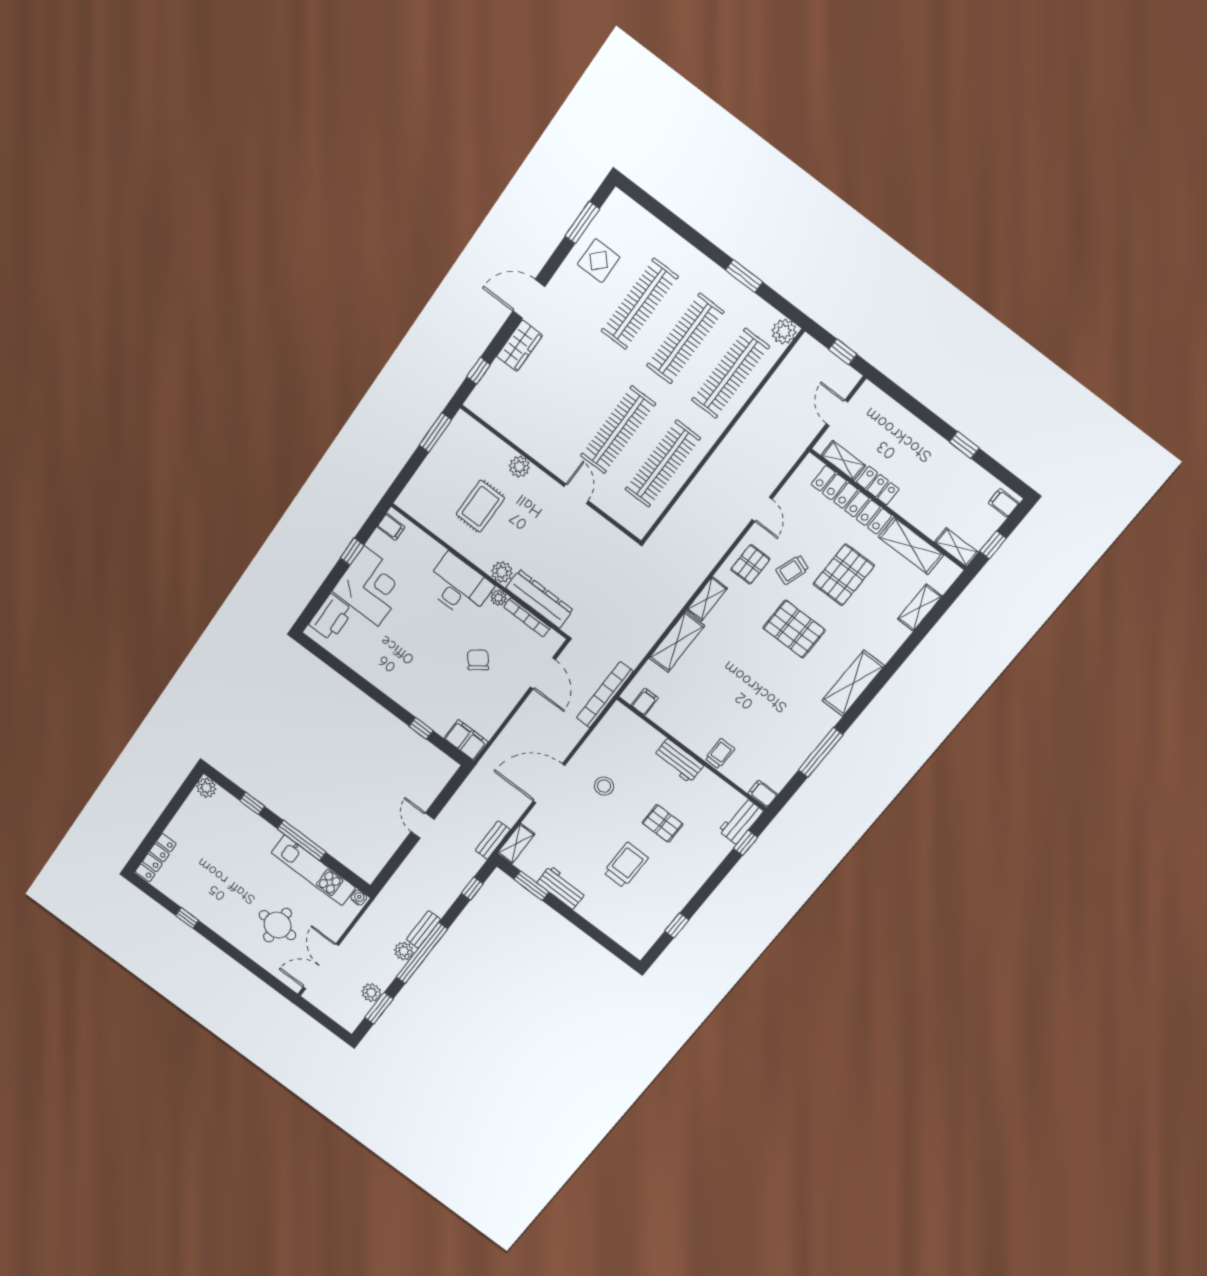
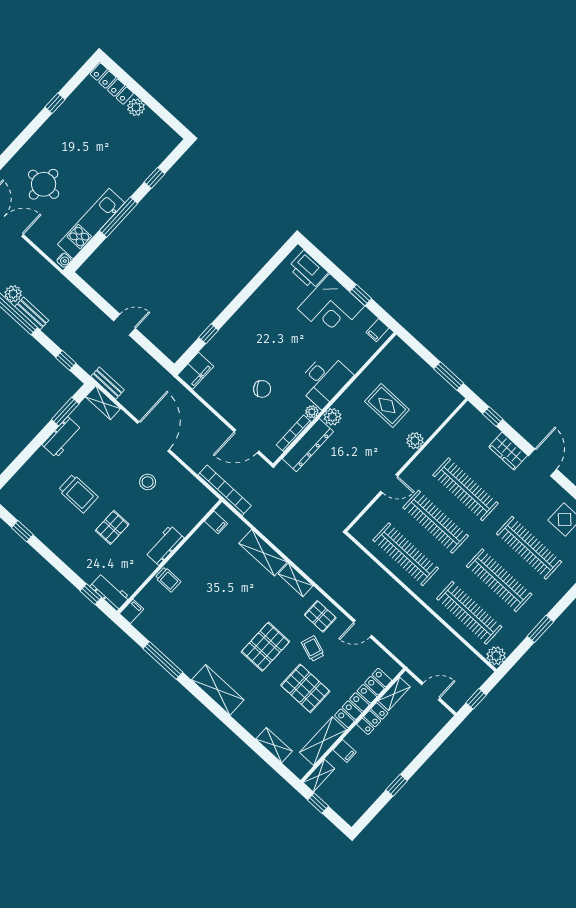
clothes rail: (573, 396) -> (465, 489), added
filing cabinet: (1004, 503) -> (345, 751), moved, turned 90
plant: (206, 788) -> (136, 107), moved

